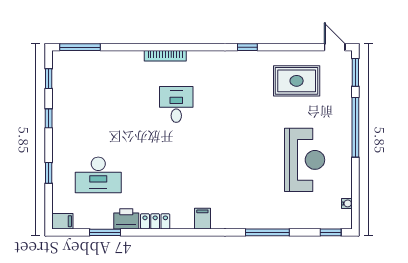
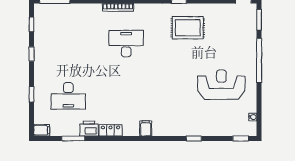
rug: (297, 81) -> (188, 28), moved
desk: (176, 104) -> (126, 44), width x1.37
reception desk: (305, 160) -> (221, 85), turned -90
window: (267, 232) -> (194, 138), width x0.46

